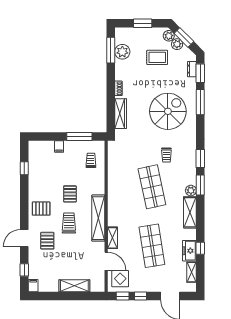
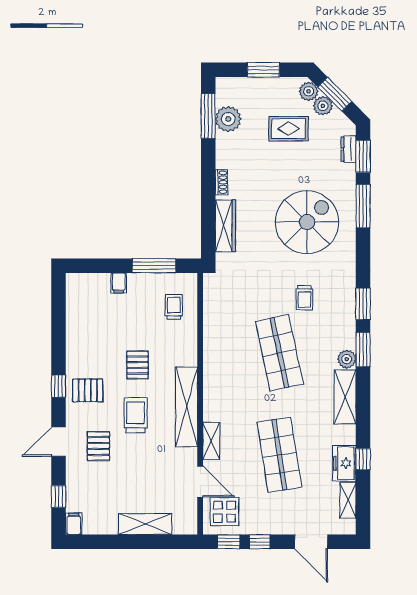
window: (24, 168) -> (59, 386), moved

